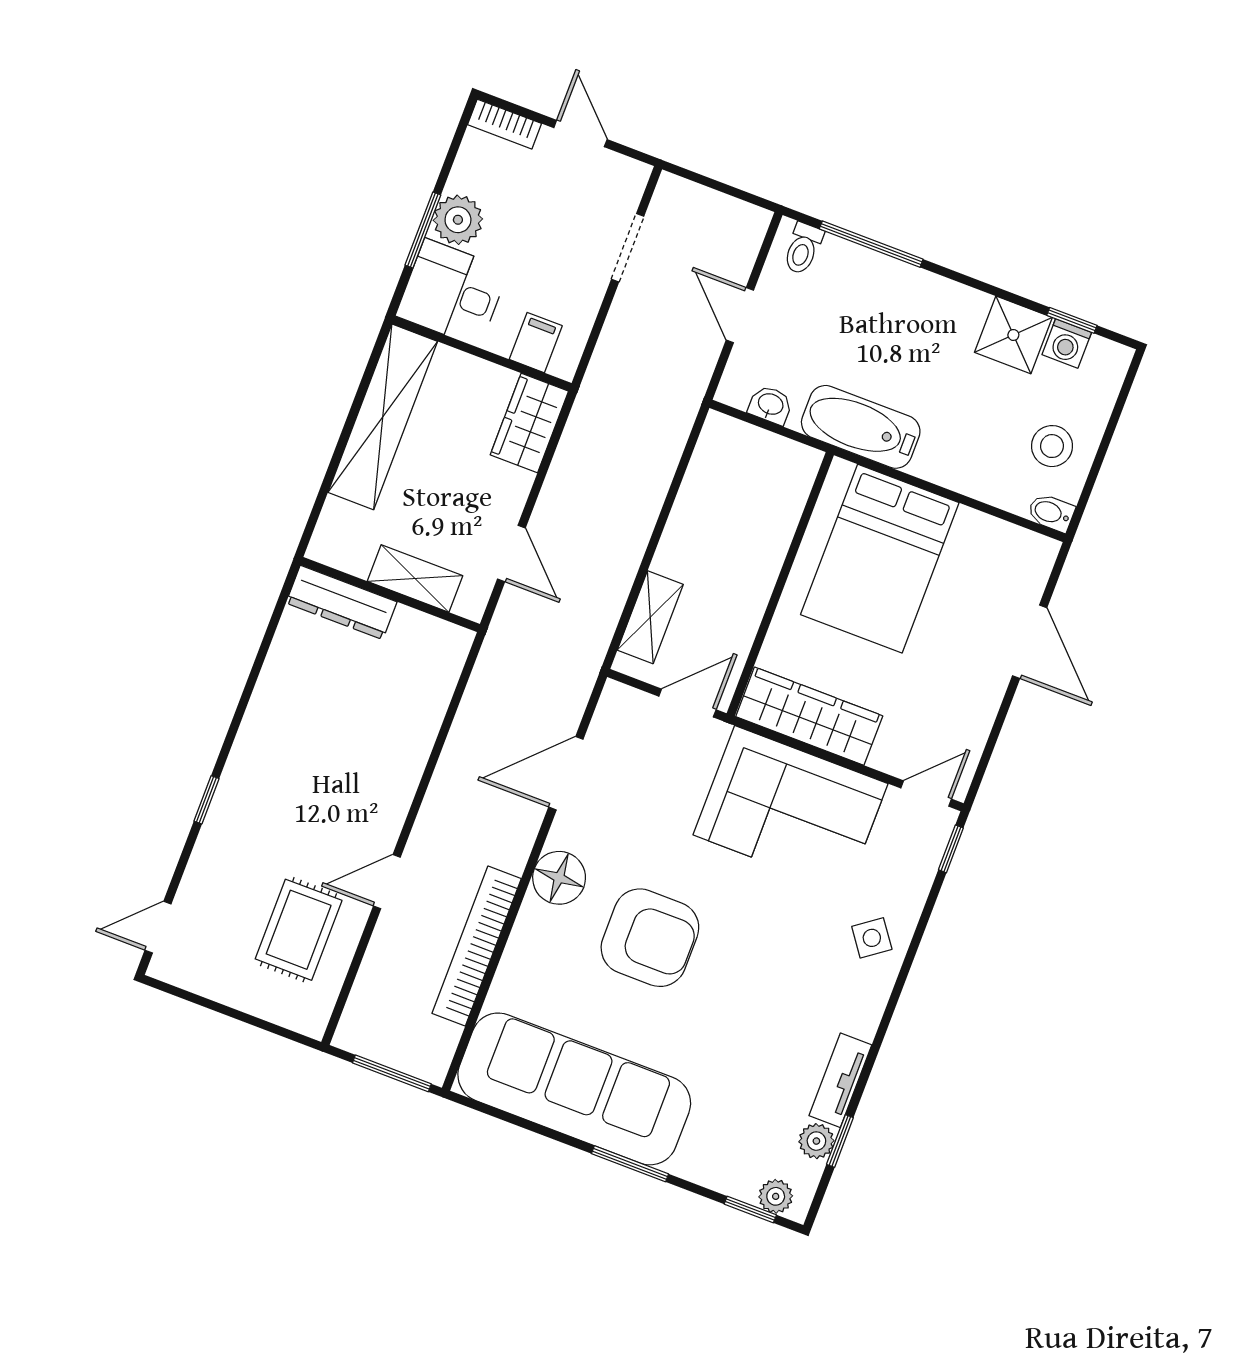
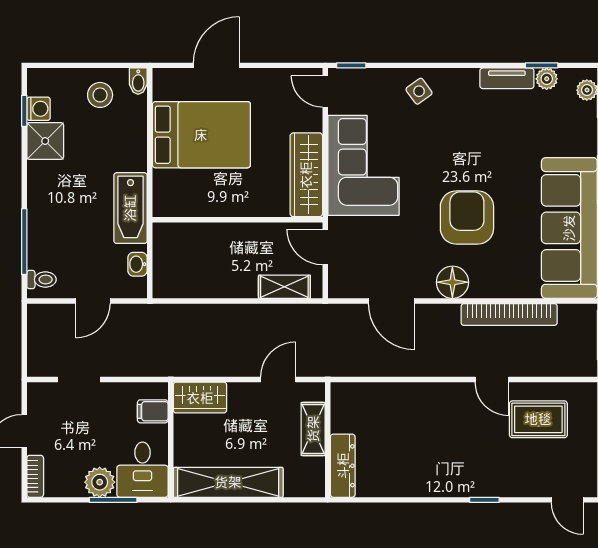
bed: (880, 559) -> (201, 135), moved

